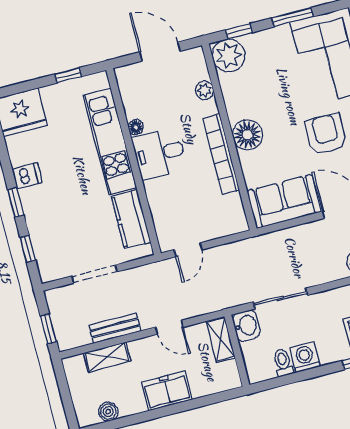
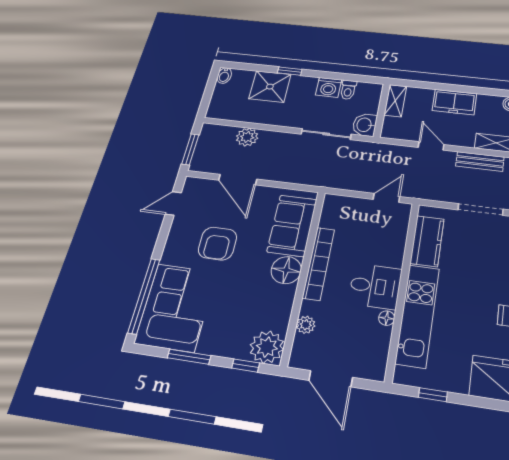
sofa: (284, 201) -> (292, 225), moved, turned 90
shelving: (221, 339) -> (395, 101), moved

